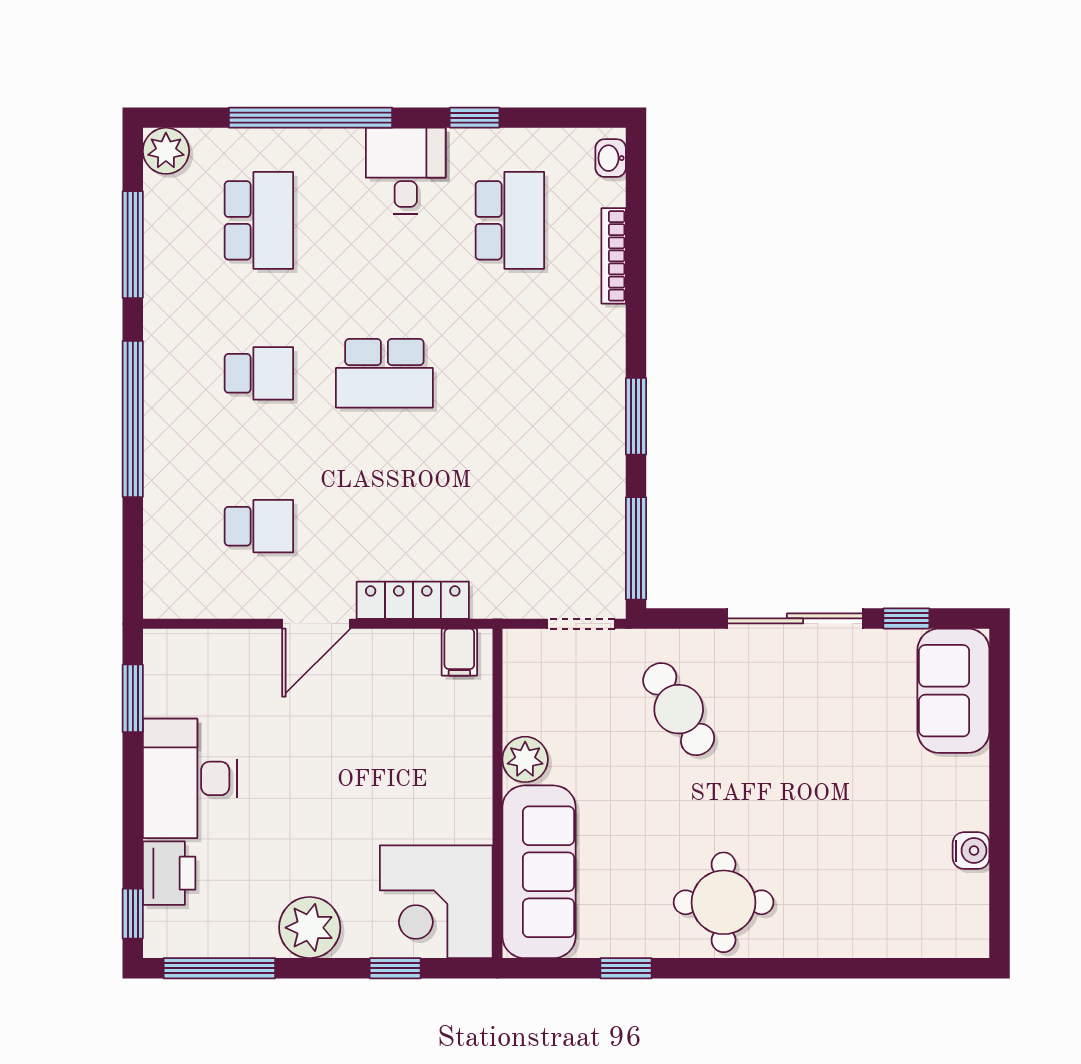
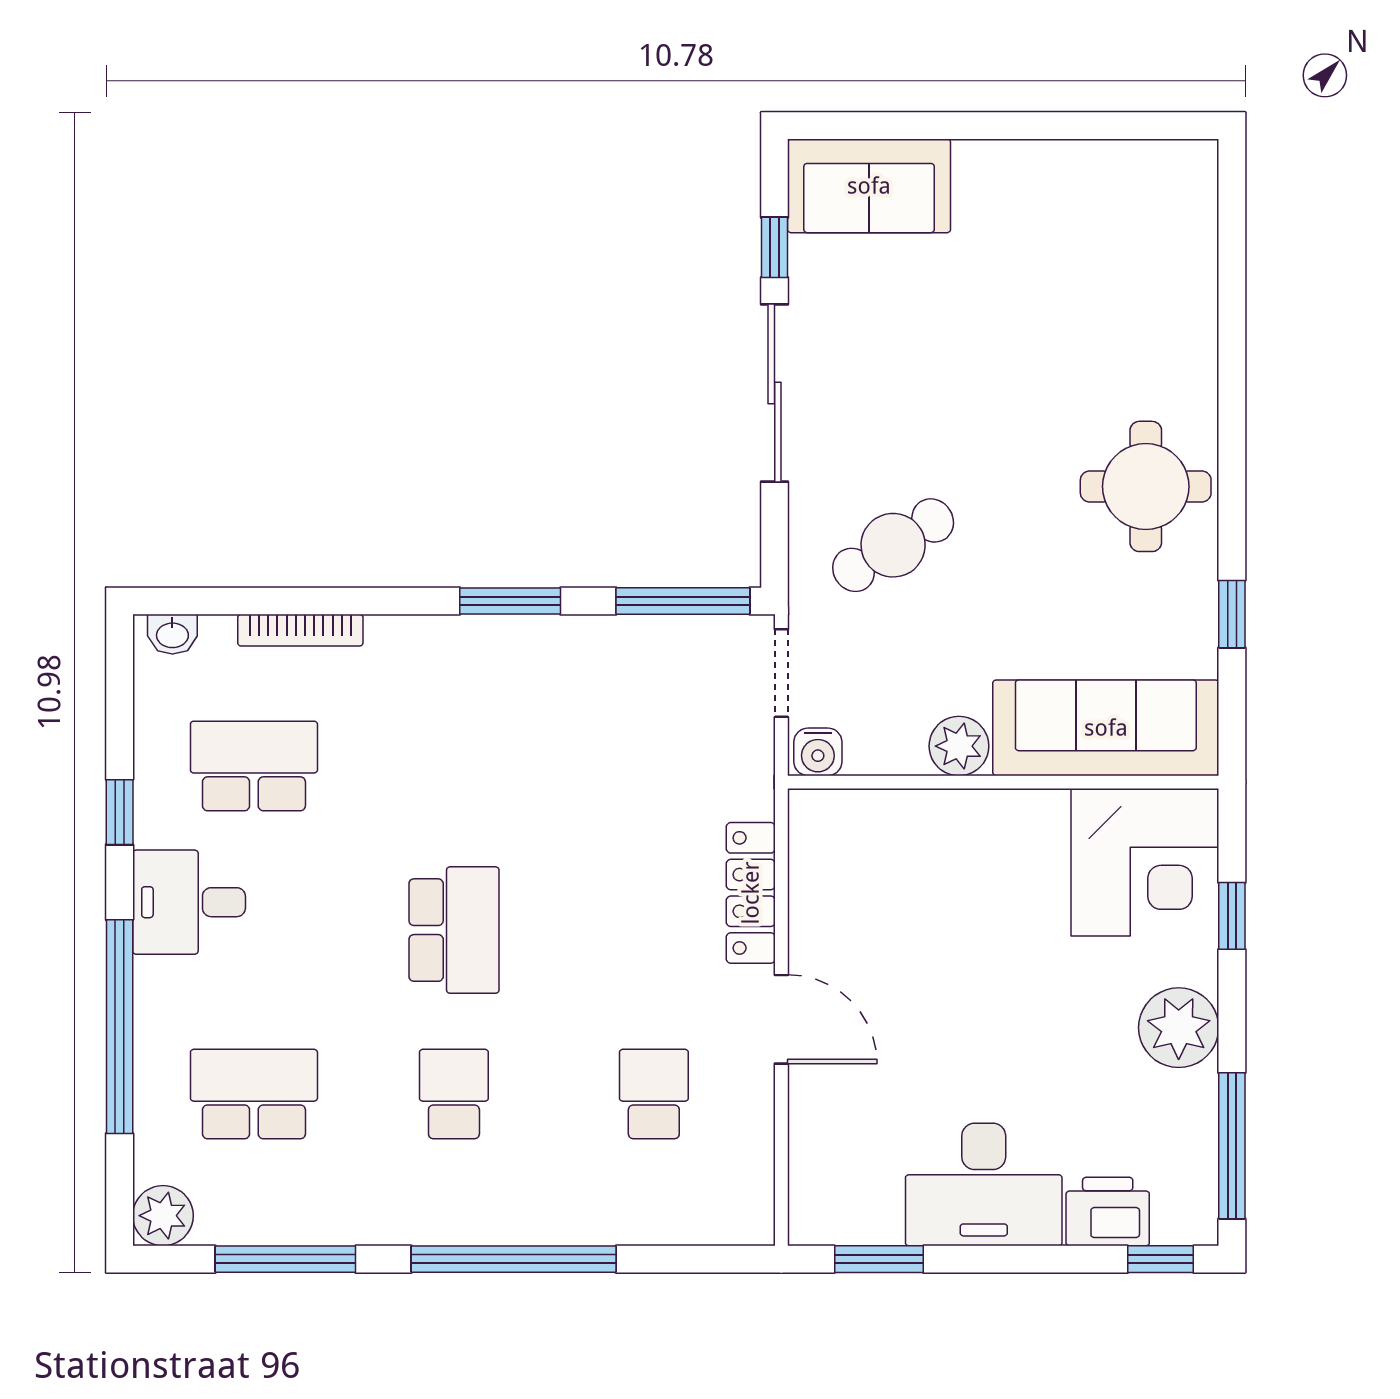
filing cabinet: (459, 652) -> (819, 832), removed
water cooler: (971, 851) -> (818, 752), moved, turned 180

